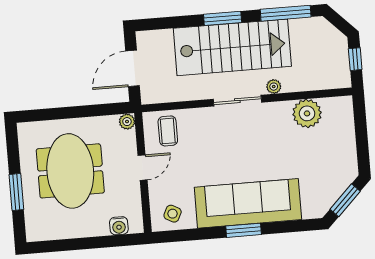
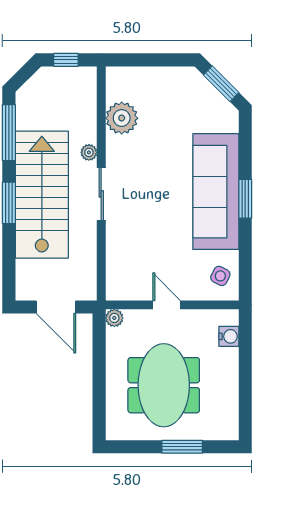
coffee table: (168, 131) -> (128, 274), removed
meeting table: (70, 171) -> (164, 385), turned 90

